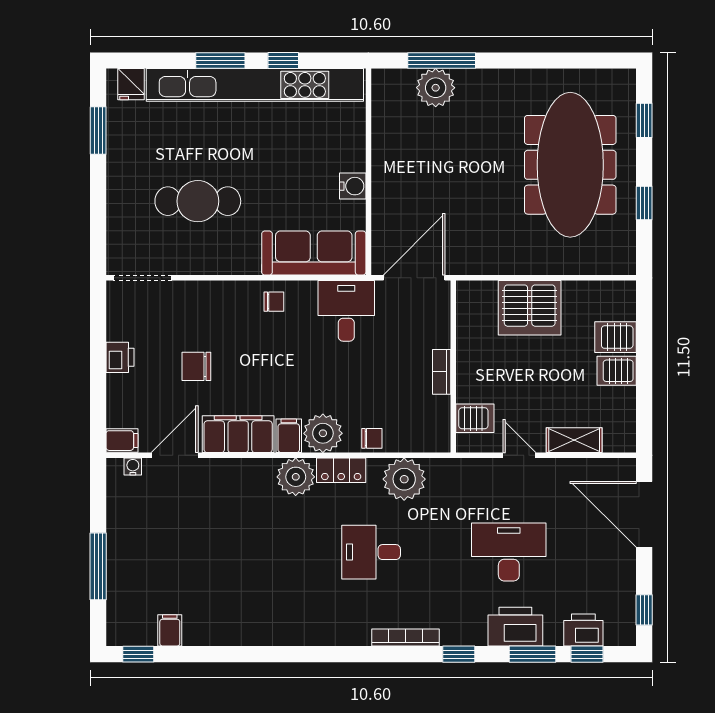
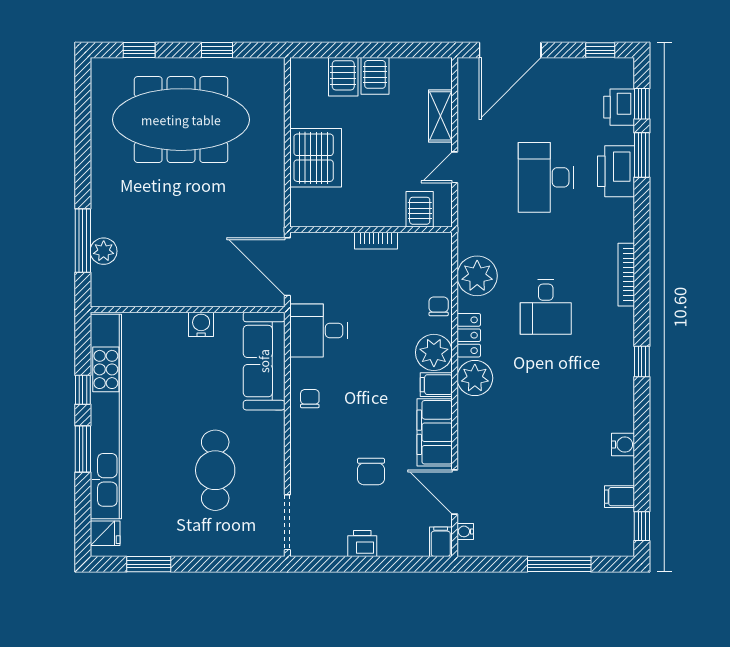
plant: (436, 88) -> (104, 251), width x0.73, depth x0.73
water cooler: (225, 634) -> (623, 445), added
window: (459, 654) -> (642, 362), moved

